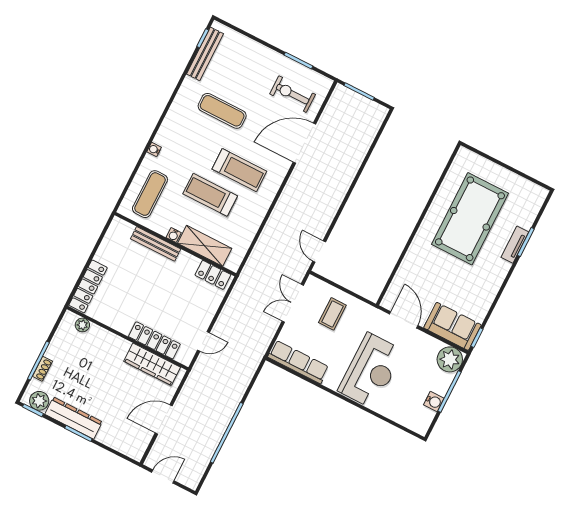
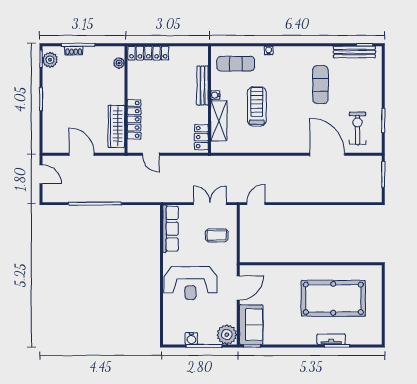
treadmill: (239, 170) -> (285, 118), removed
dresser: (74, 418) -> (50, 90), removed

